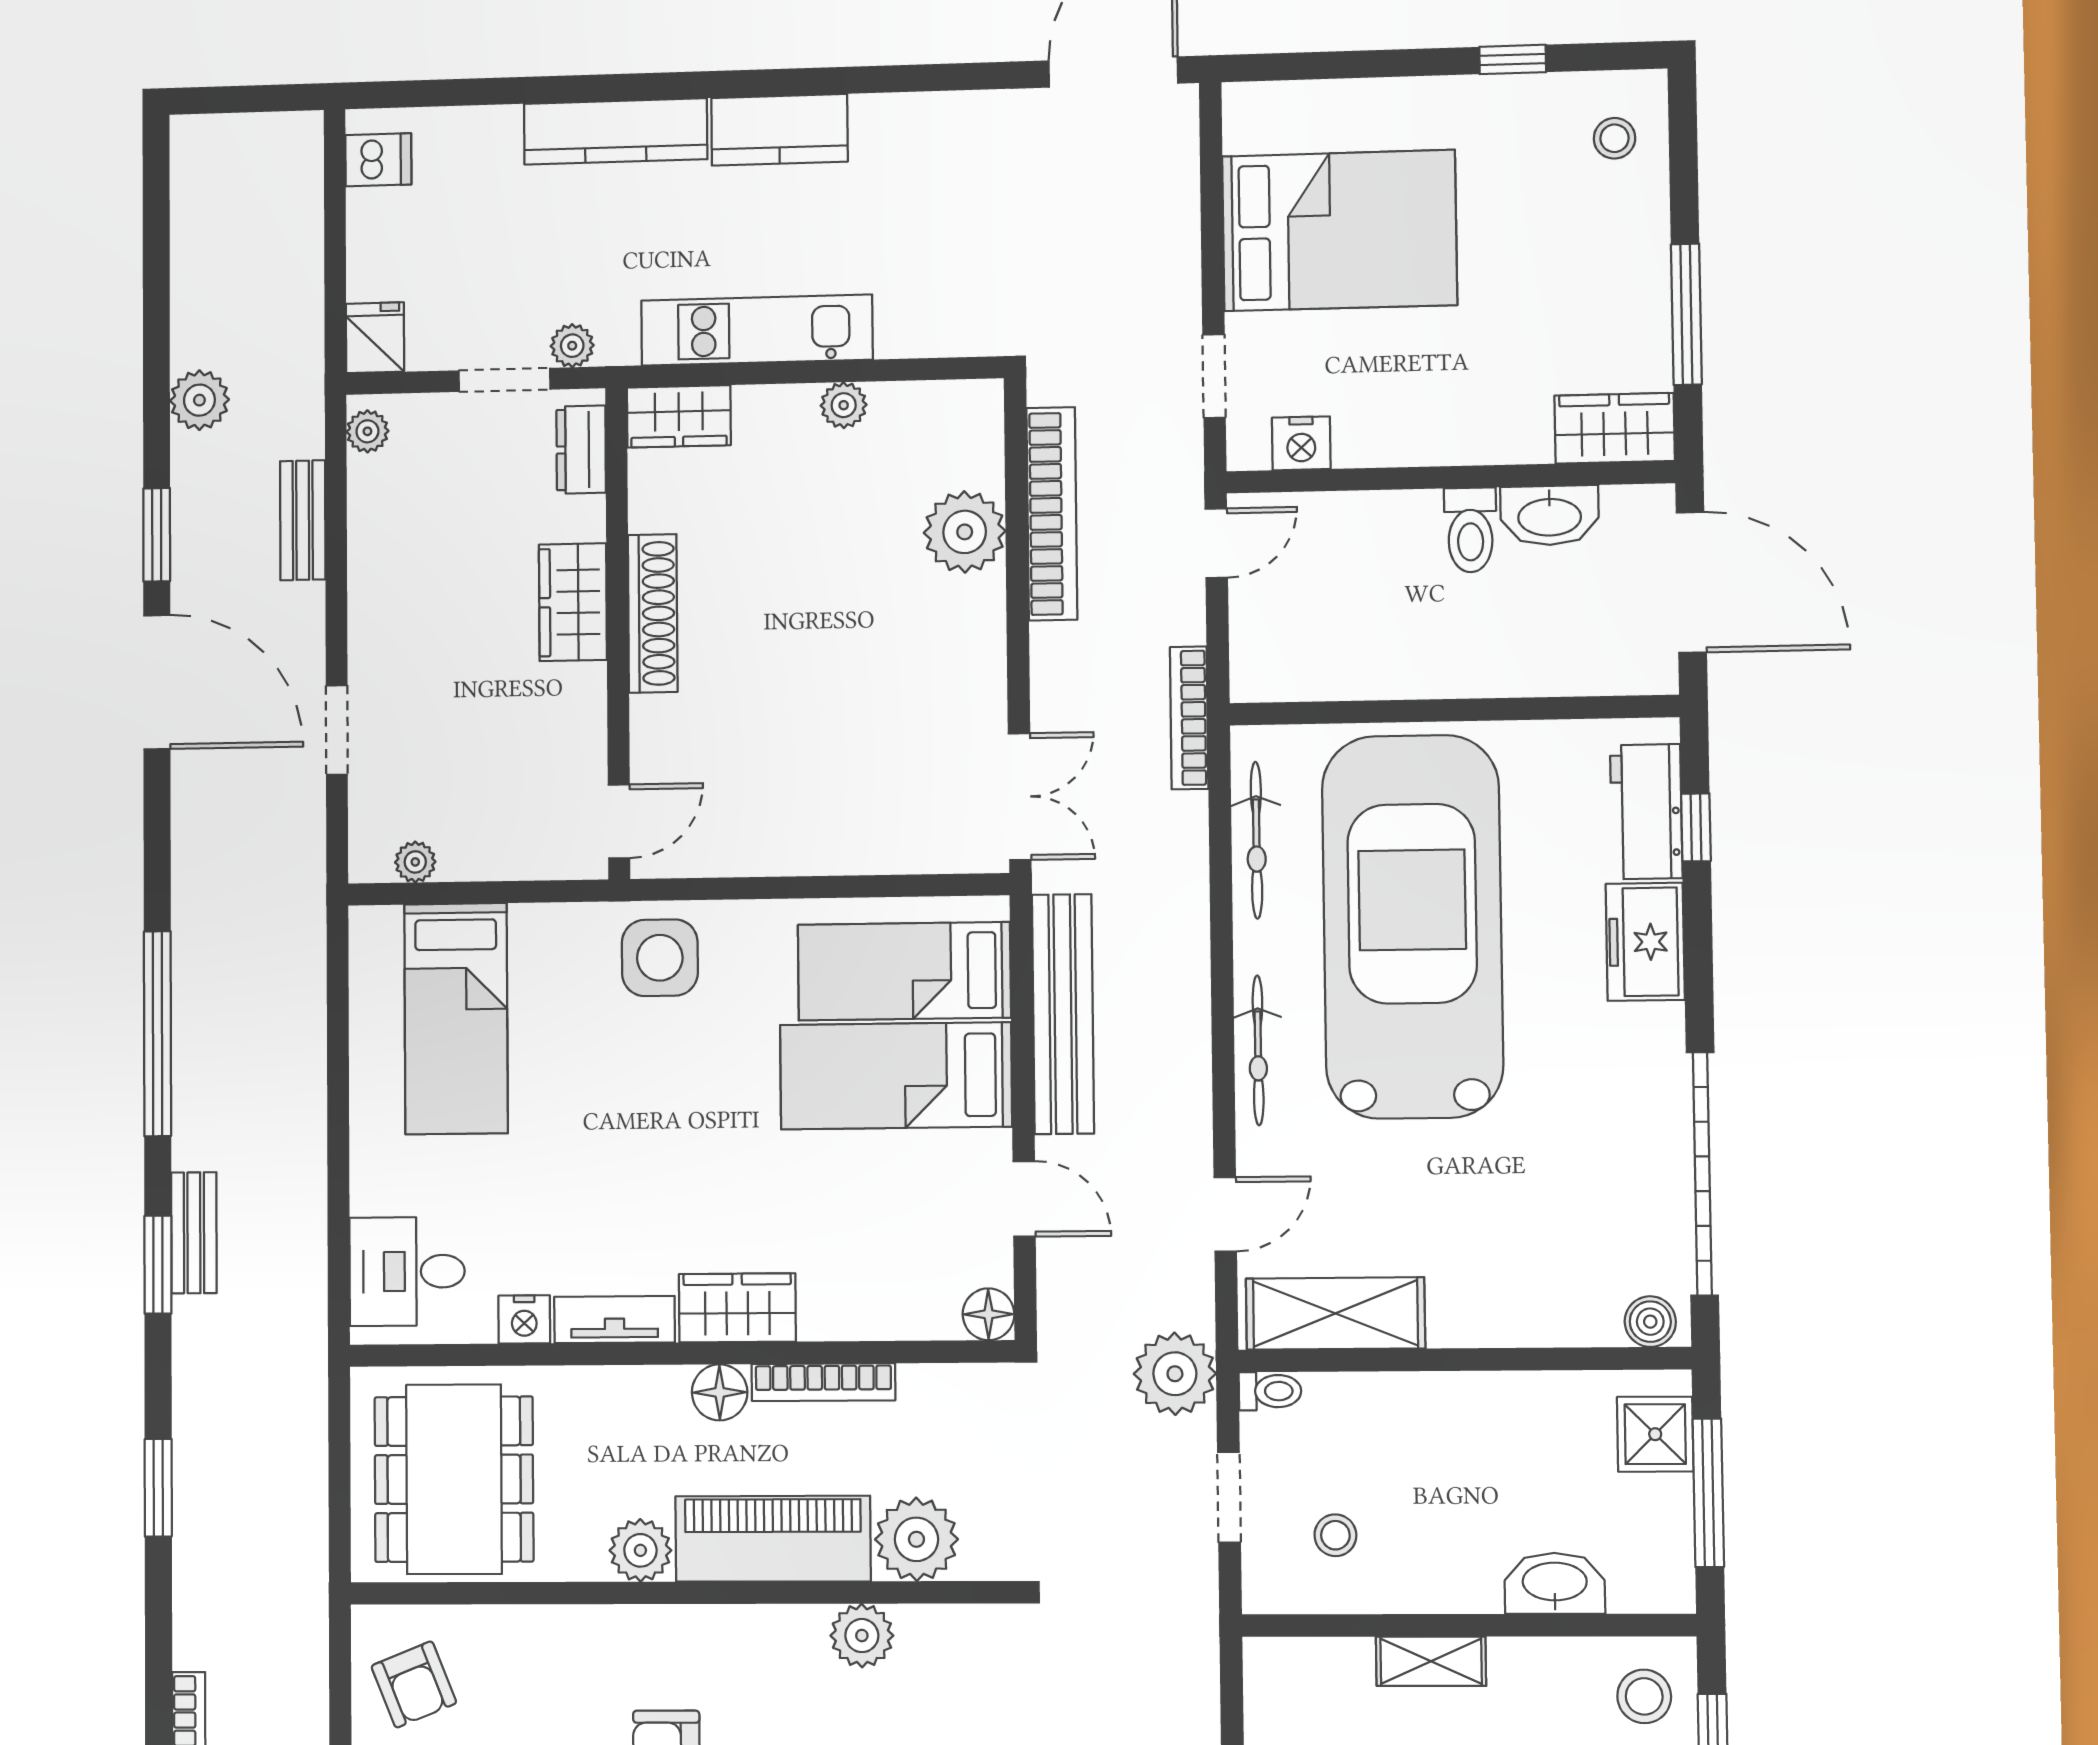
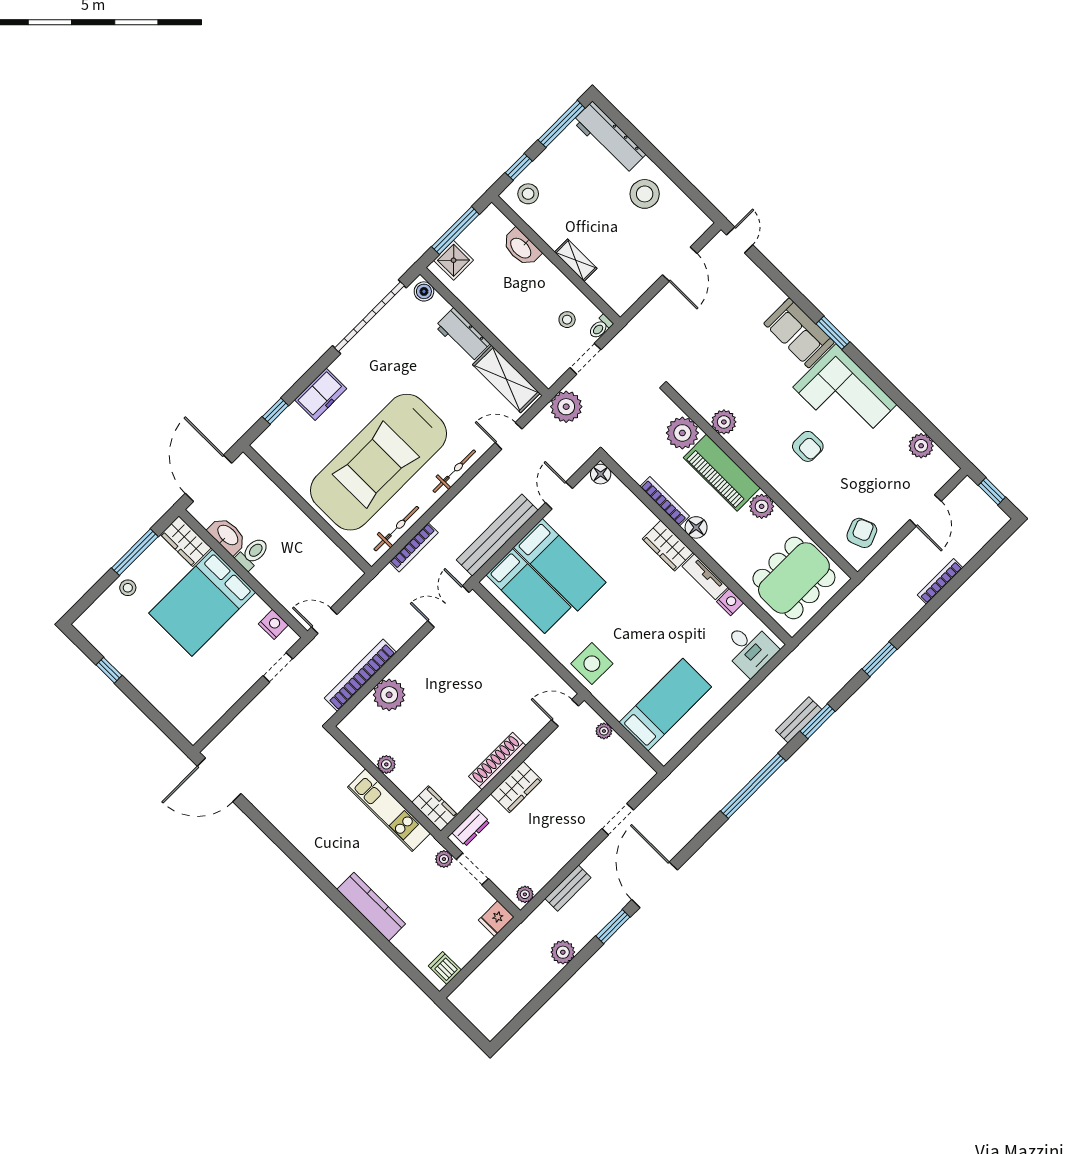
kitchen counter: (779, 130) -> (326, 860), removed
stool: (1615, 138) -> (128, 588), moved
bed: (1339, 231) -> (202, 603), moved, turned -90
bookcase: (1189, 718) -> (414, 547), moved
workbench: (1646, 812) -> (463, 335), moved, turned 90
plant: (415, 862) -> (604, 731), moved
toilet: (1270, 1391) -> (600, 327), moved, turned -90

